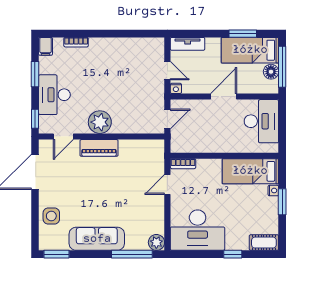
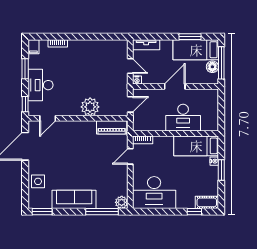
desk: (261, 121) -> (183, 118), moved, turned 90
plant: (100, 122) -> (90, 107), moved
piano: (99, 148) -> (112, 127), moved
window: (233, 254) -> (194, 212), moved

